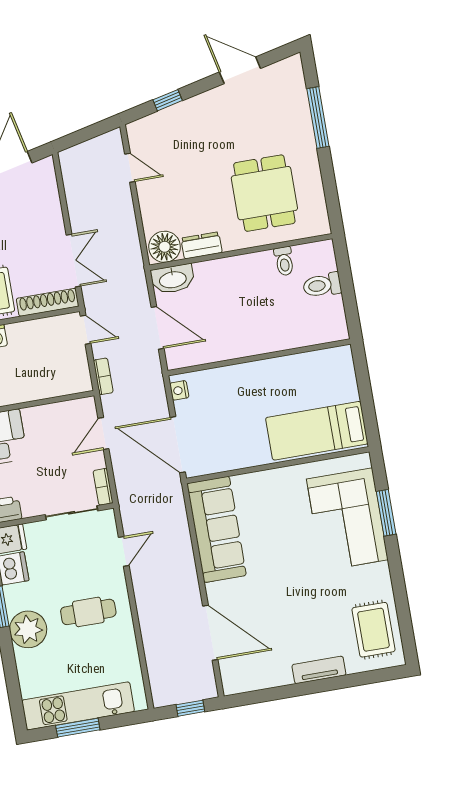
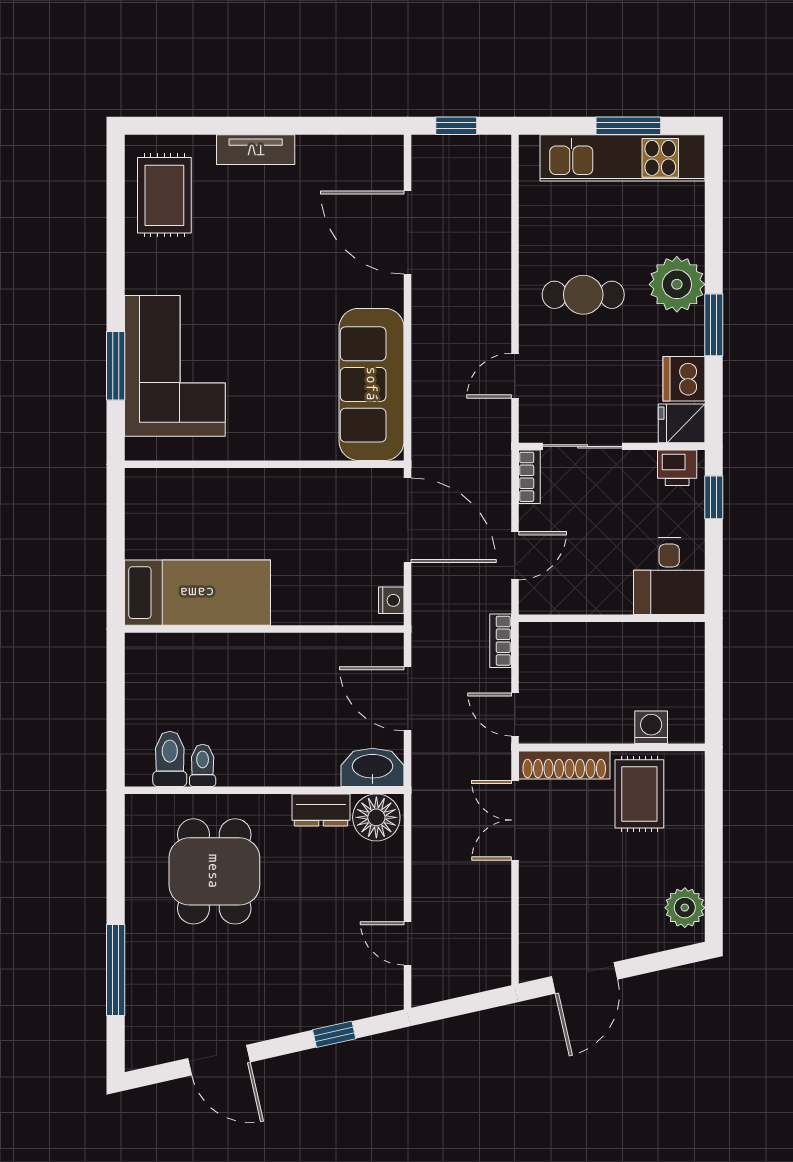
toilet: (322, 285) -> (170, 759), moved, turned -90
bed: (317, 431) -> (197, 593), moved

